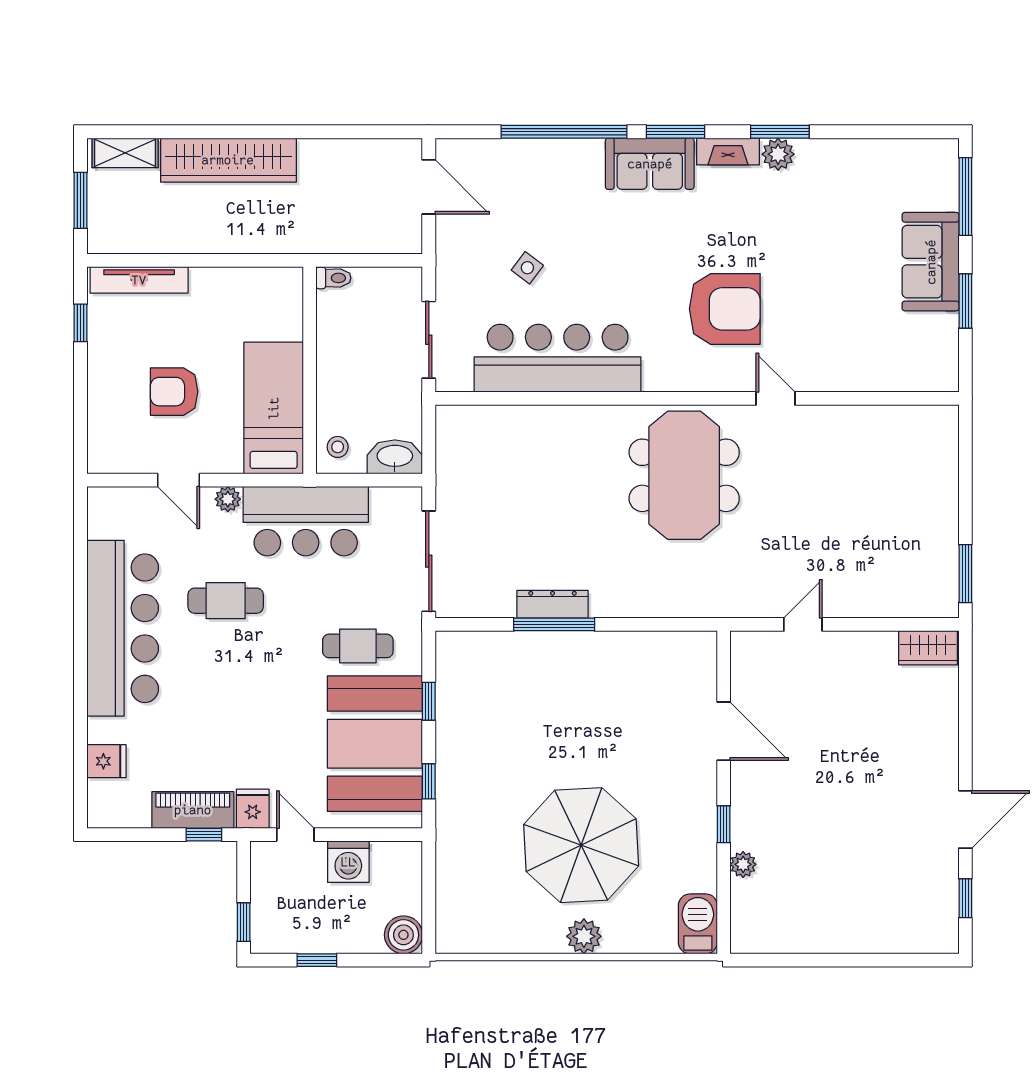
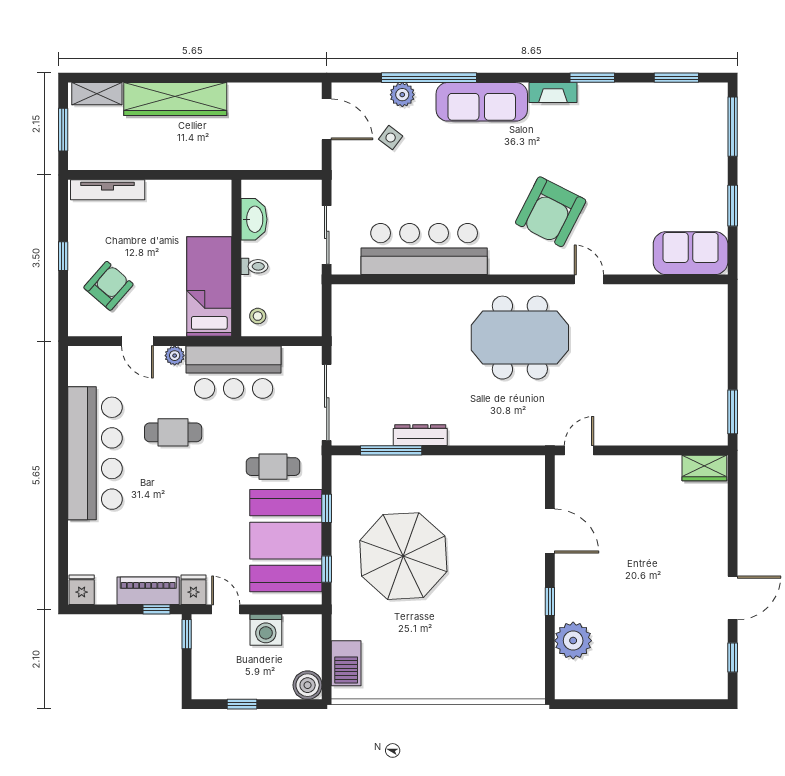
window: (675, 132) -> (676, 78), moved
plant: (778, 154) -> (402, 95), moved
sofa: (650, 164) -> (482, 102), width x1.36
sofa: (931, 262) -> (691, 253), moved, turned 90
side table: (527, 268) -> (391, 138), moved
toilet: (333, 278) -> (255, 266), moved
armchair: (725, 309) -> (551, 212), turned 117
window: (80, 323) -> (63, 256), moved
armchair: (174, 392) -> (108, 286), moved, turned 131
washbasin: (395, 457) -> (254, 219), moved, turned 90
meeting table: (684, 475) -> (520, 338), turned 90
window: (554, 624) -> (391, 450), moved
door: (803, 624) -> (579, 450), moved
fridge: (106, 761) -> (82, 590), moved, turned -90
parasol: (581, 845) -> (403, 556), moved
plant: (743, 864) -> (573, 641), width x1.88, depth x1.88
window: (244, 922) -> (187, 634), moved
barbecue: (698, 924) -> (346, 663), moved, turned 180
plant: (584, 936) -> (444, 686), removed

